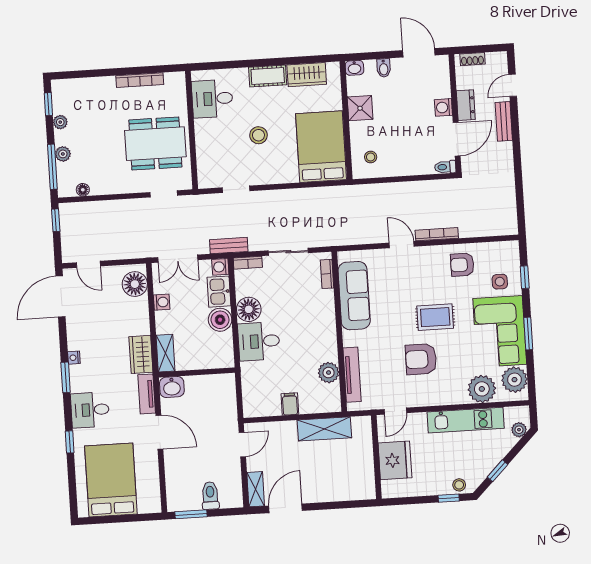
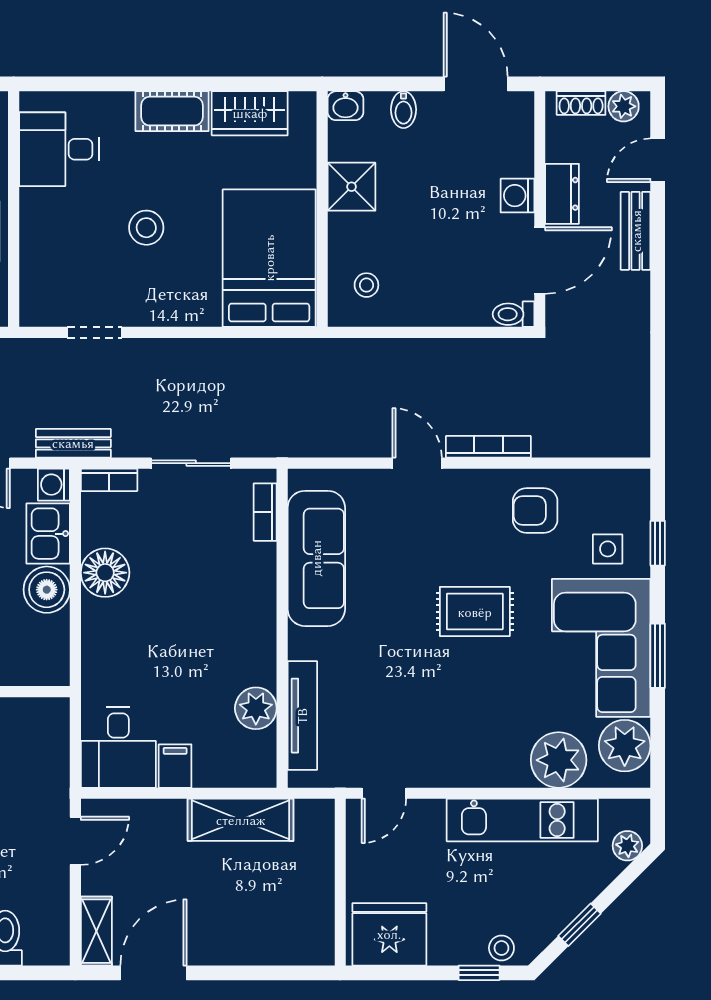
plant: (494, 59) -> (624, 106), added
desk: (259, 341) -> (118, 747), moved, turned -90
armchair: (421, 359) -> (441, 693), removed
fridge: (395, 460) -> (389, 934), moved, turned -90

